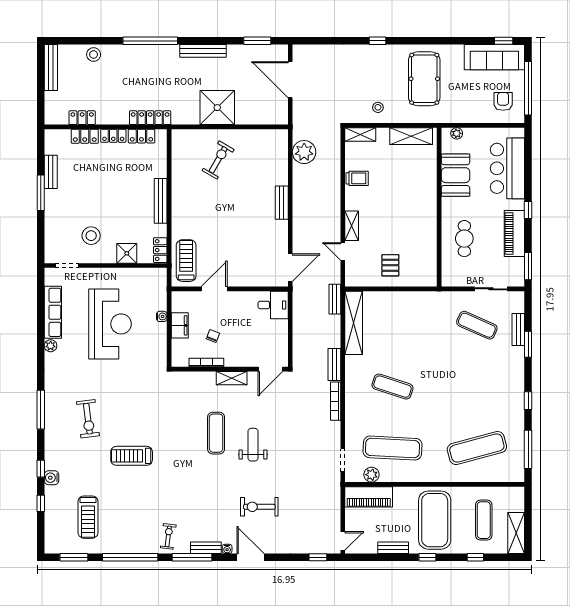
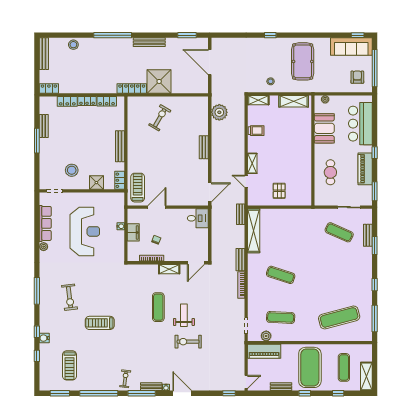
locker: (82, 118) -> (49, 88), moved
locker: (150, 118) -> (132, 88), moved
exercise mat: (393, 448) -> (281, 317), width x0.73, depth x0.69
exercise bike: (259, 507) -> (188, 342), moved

